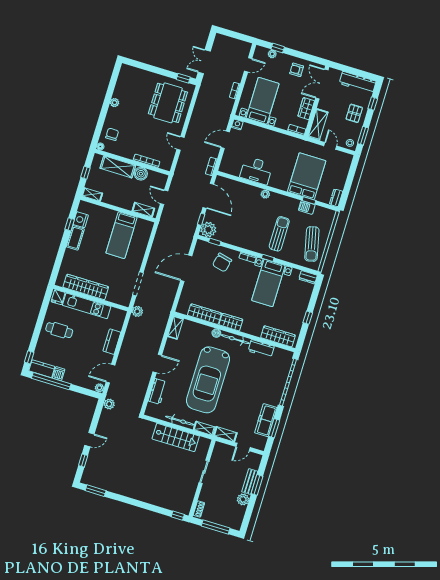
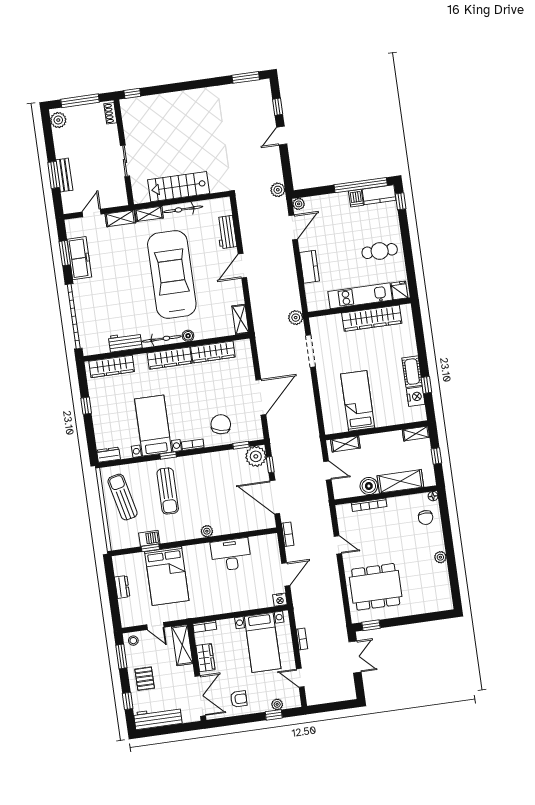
door: (248, 65) -> (300, 678), hinge flipped
dining table: (168, 103) -> (376, 587), turned 90
dresser: (336, 198) -> (122, 587), moved
wardrobe: (231, 322) -> (170, 358), width x1.50
plant: (243, 499) -> (58, 120), moved

